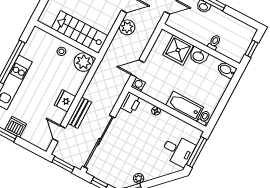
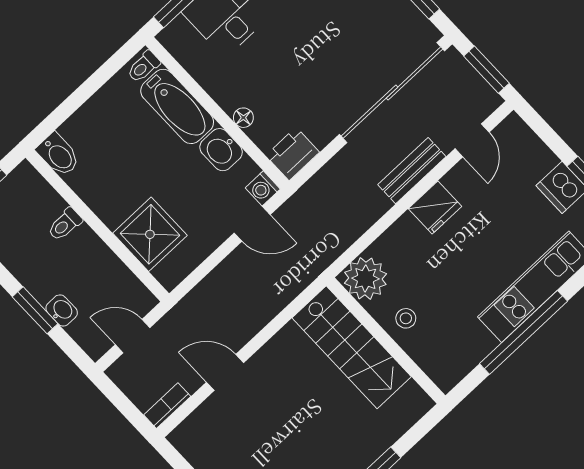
plant: (127, 27) -> (244, 322), removed
washbasin: (198, 56) -> (221, 150), moved, turned 180

